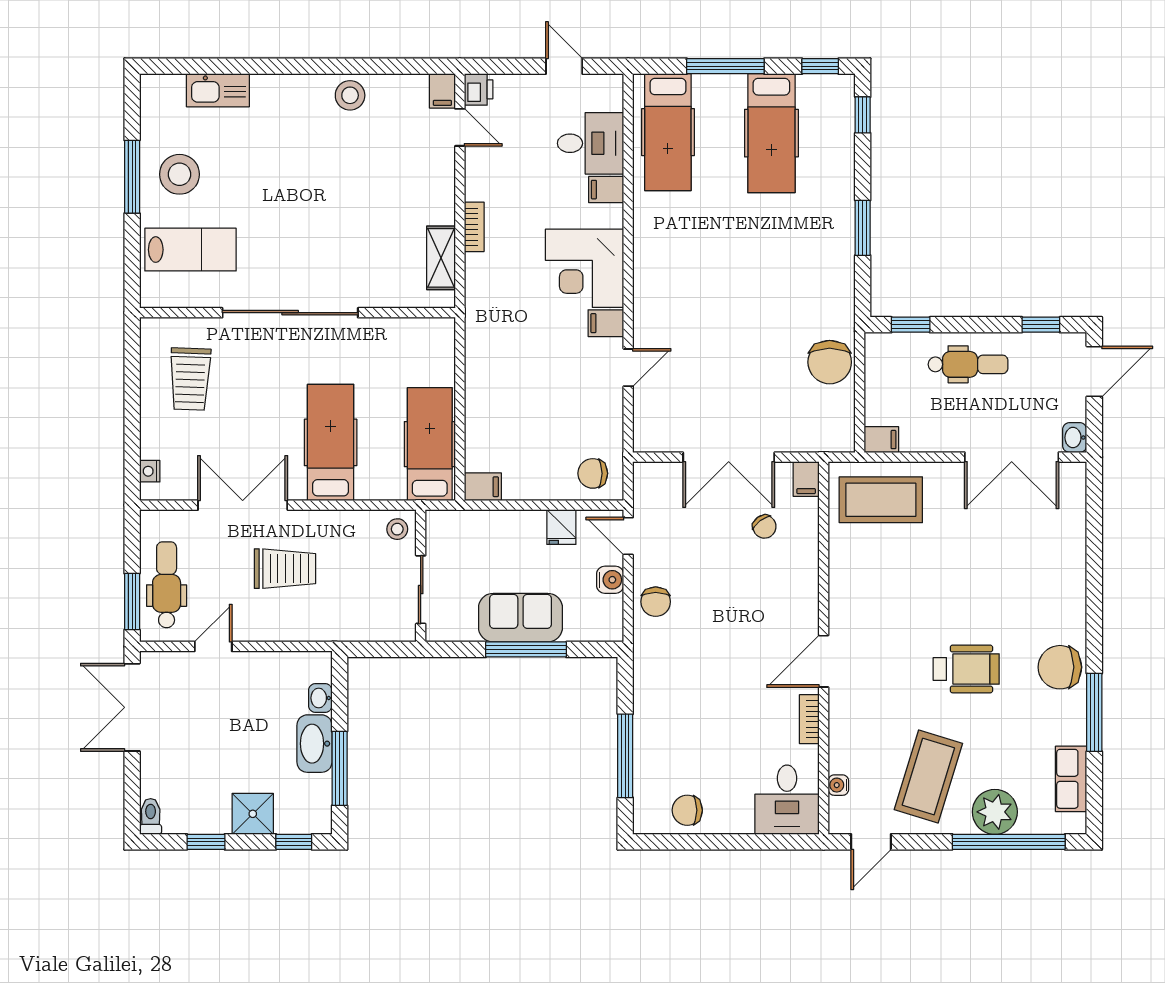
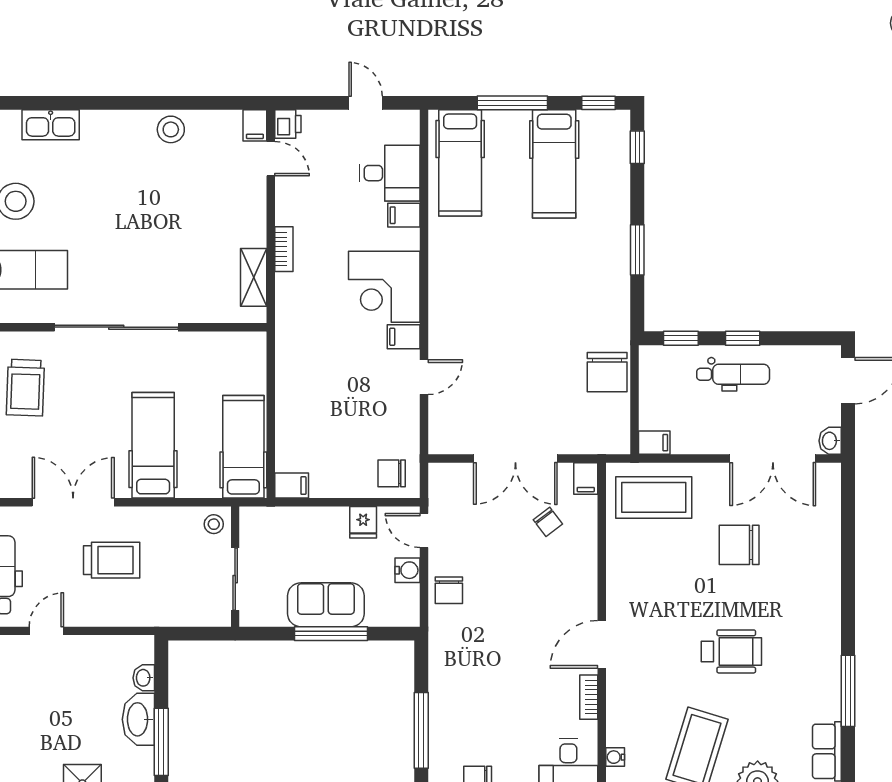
window: (1041, 325) -> (743, 338), moved
chair: (1060, 667) -> (739, 545), moved

